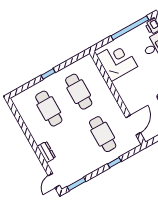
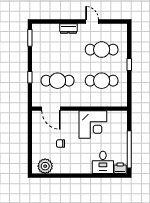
corner desk: (117, 61) -> (93, 125), moved
door: (54, 181) -> (92, 22), moved

